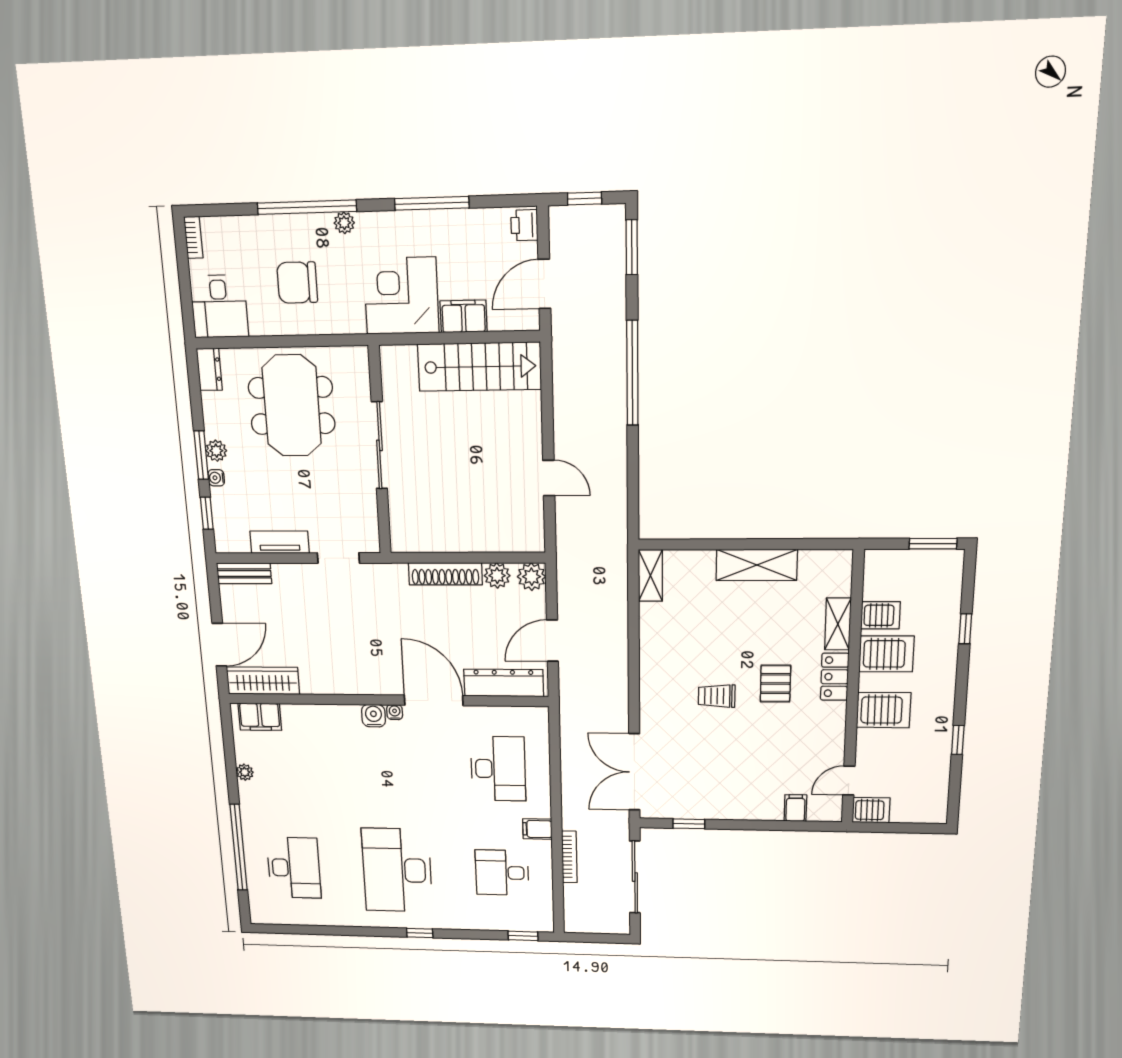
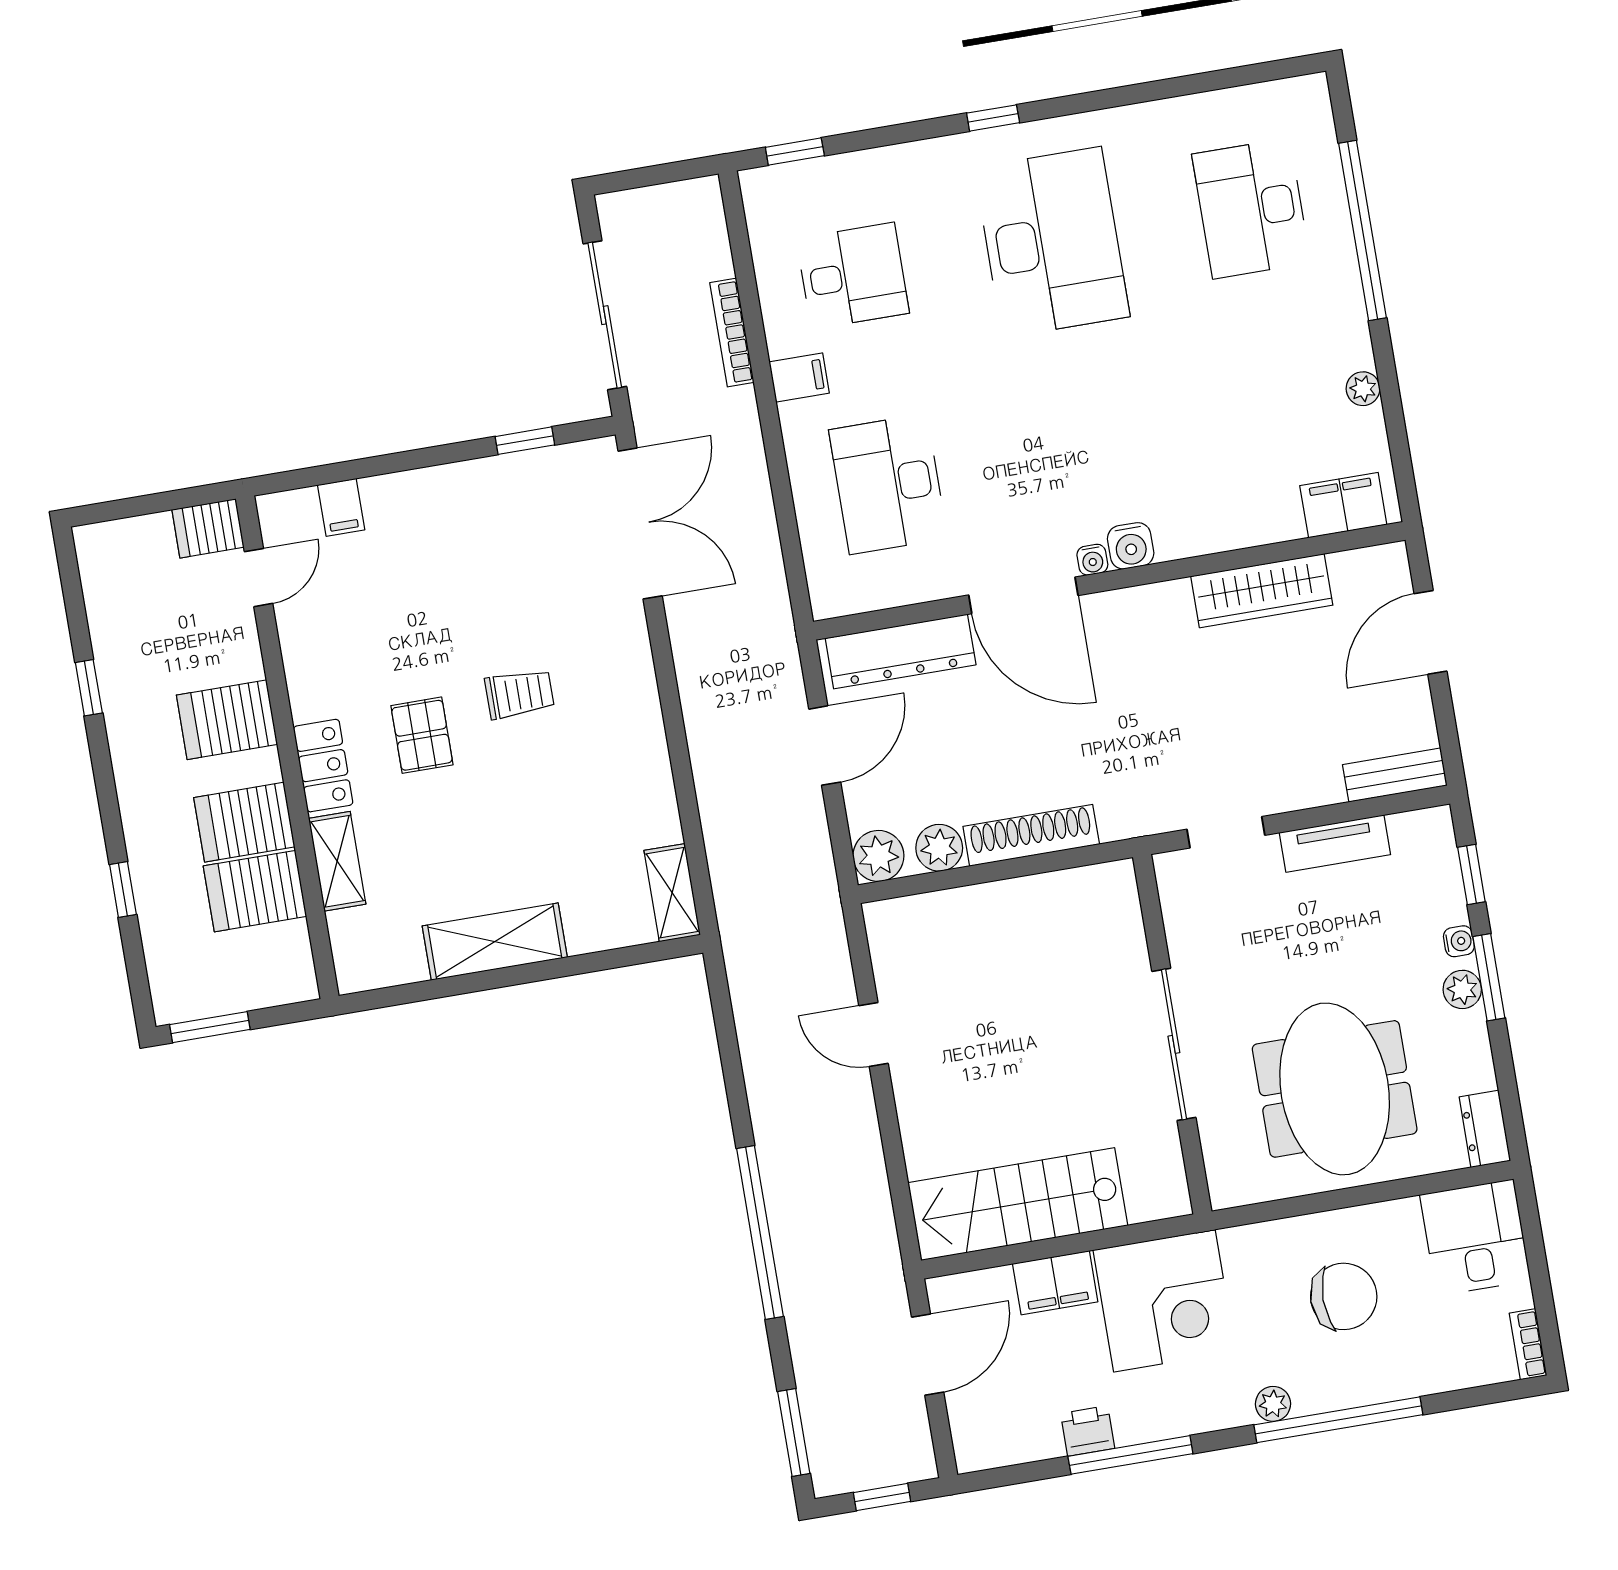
printer: (524, 225) -> (1088, 1431), moved, turned -90
server rack: (880, 615) -> (255, 891), width x1.36, depth x1.44
wardrobe: (263, 681) -> (1262, 591), moved

